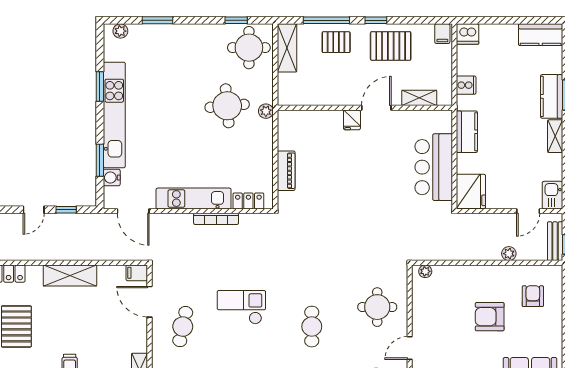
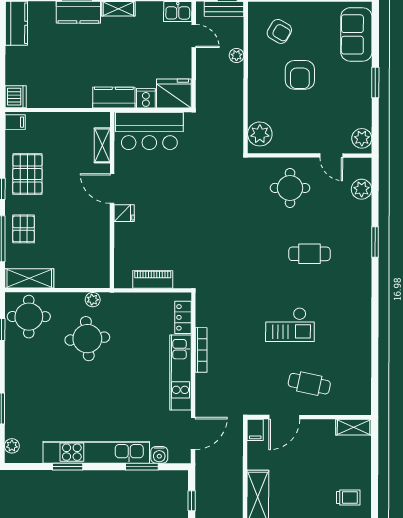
cooker: (466, 85) -> (146, 98), moved
shelving: (419, 98) -> (102, 145), moved
wall: (365, 108) -> (112, 200), moved
door: (376, 108) -> (112, 189), moved
fridge: (352, 120) -> (124, 213), moved
plant: (425, 271) -> (260, 134), width x1.88, depth x1.88
armchair: (533, 296) -> (279, 31), turned -150
checkout: (241, 307) -> (290, 325), turned -90

